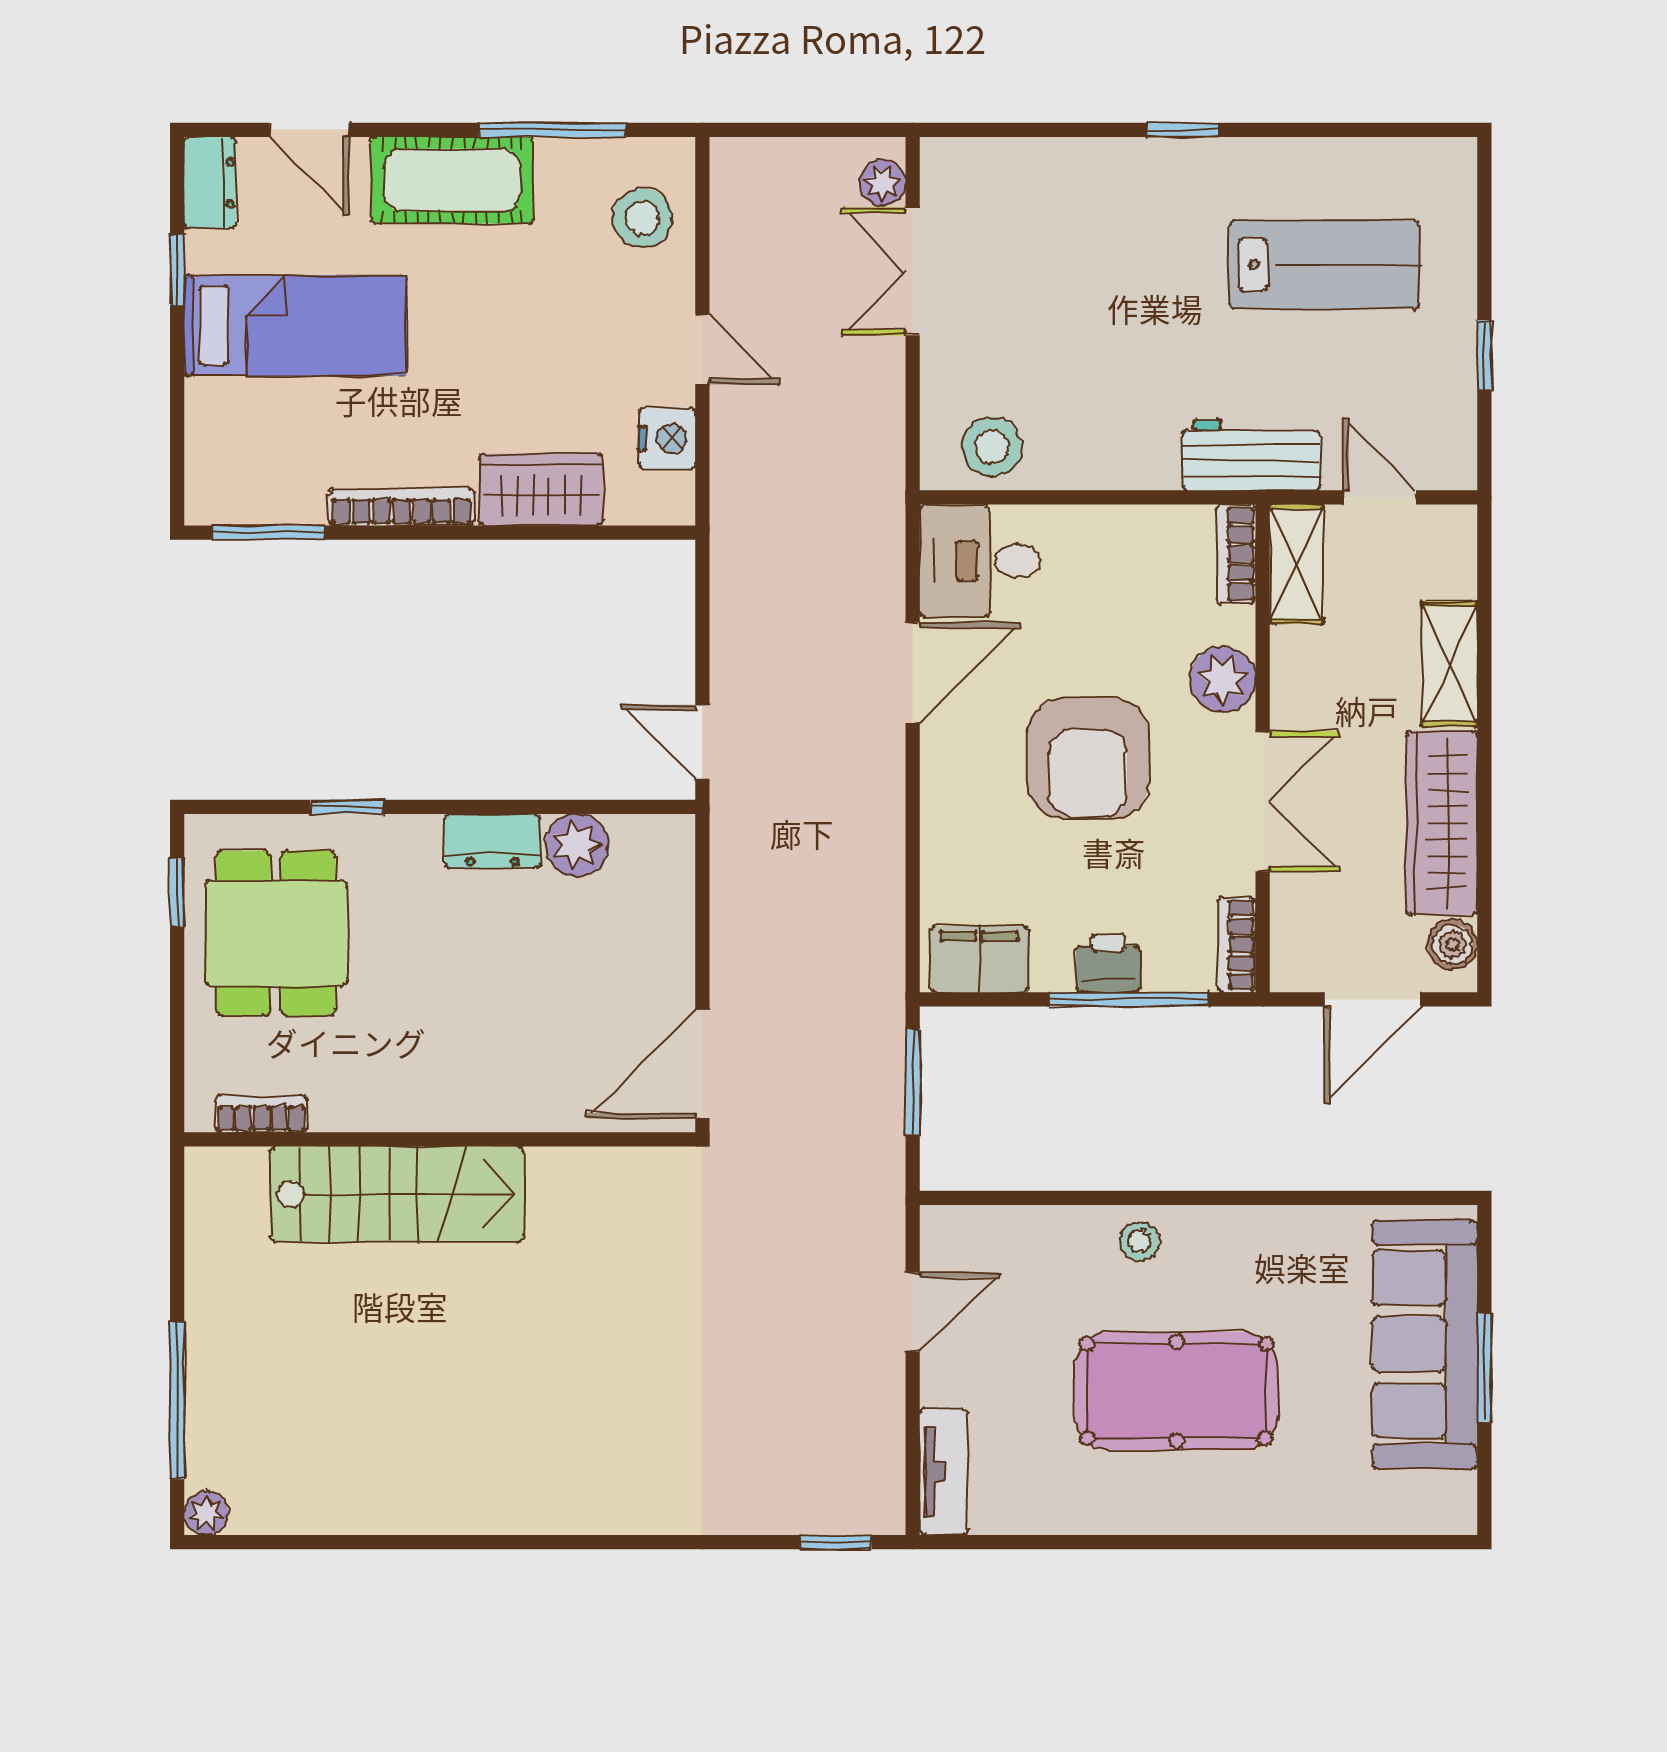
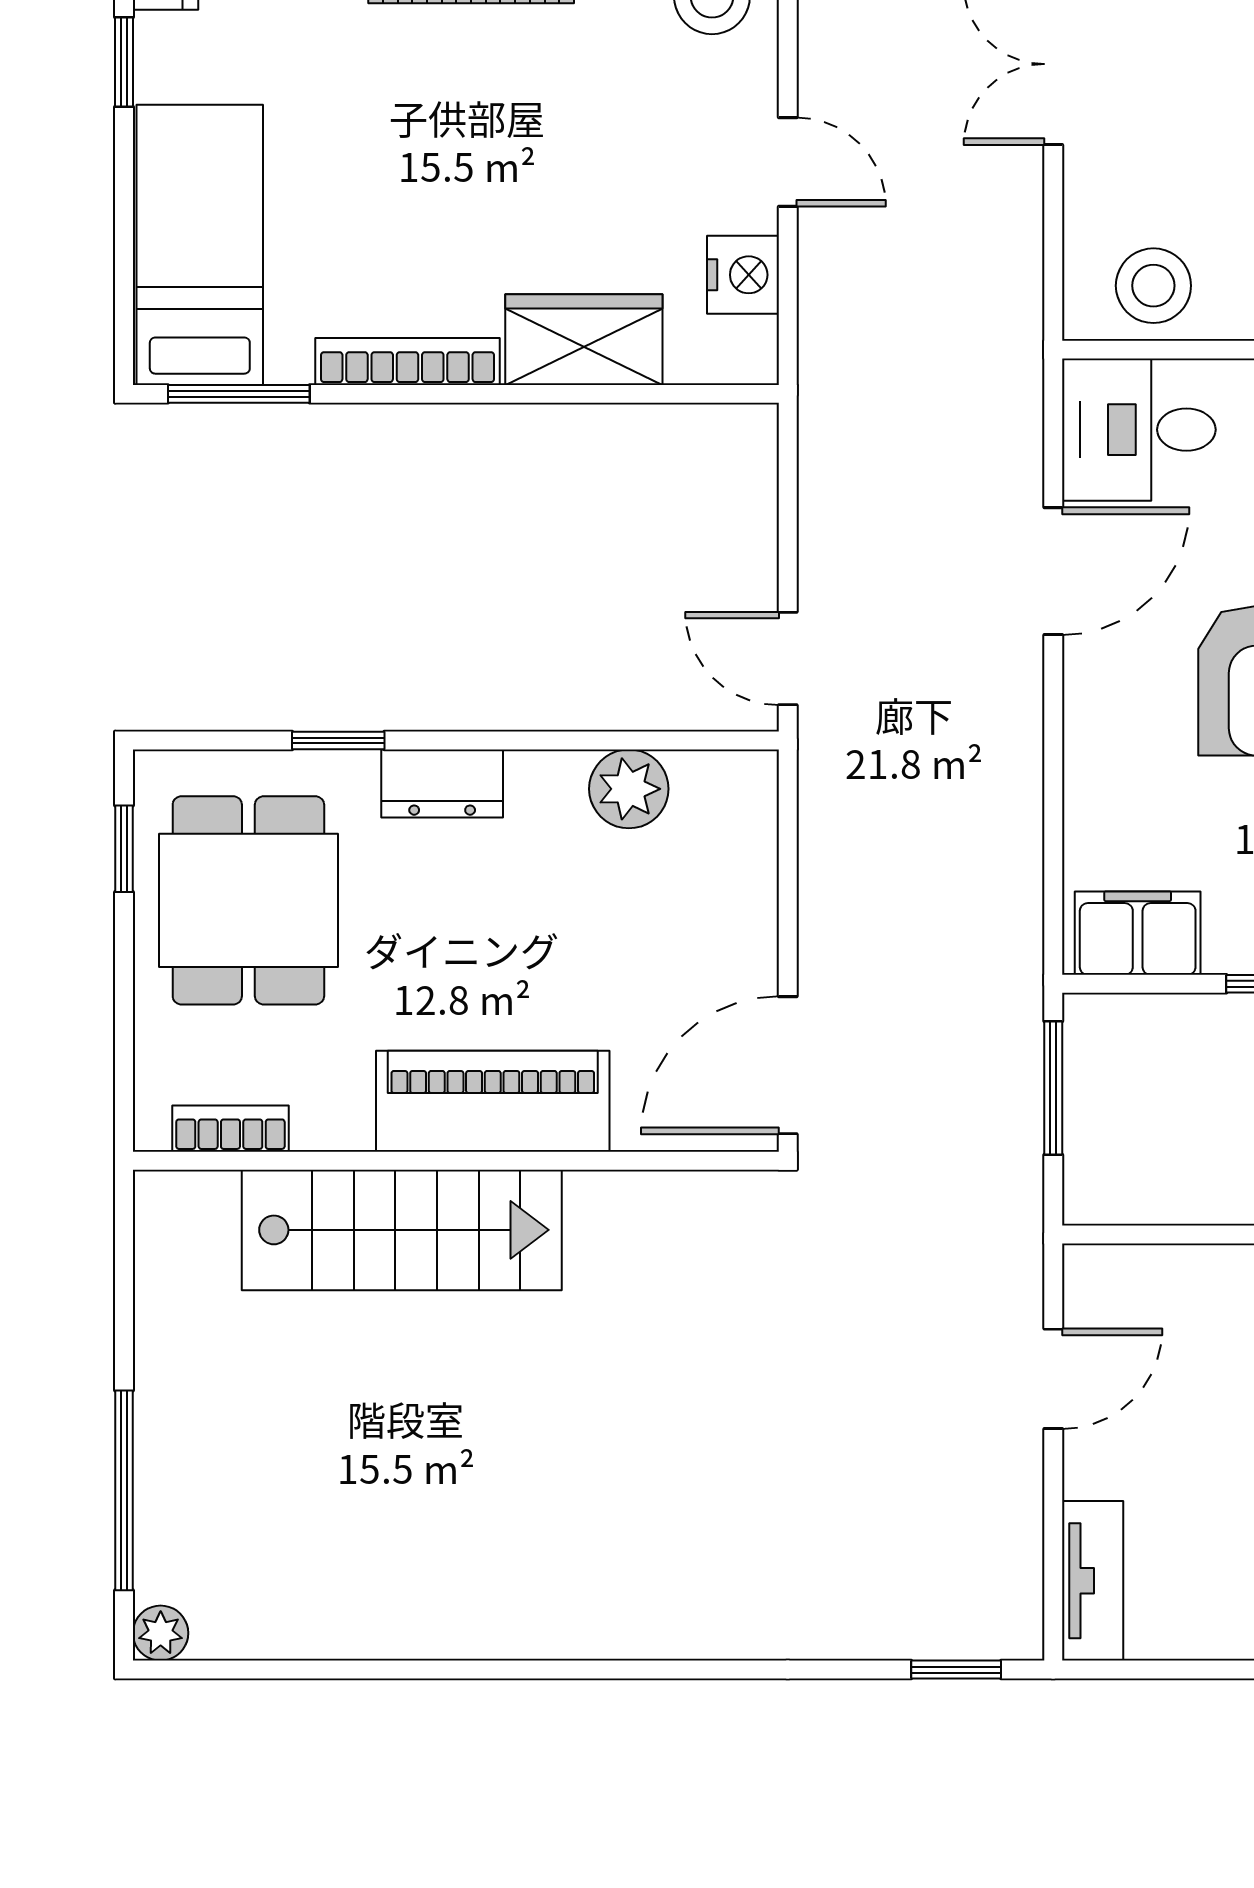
bed: (295, 325) -> (200, 245), moved, turned -90
dresser: (493, 841) -> (442, 783), moved
piano: (469, 1092) -> (493, 1101), added

